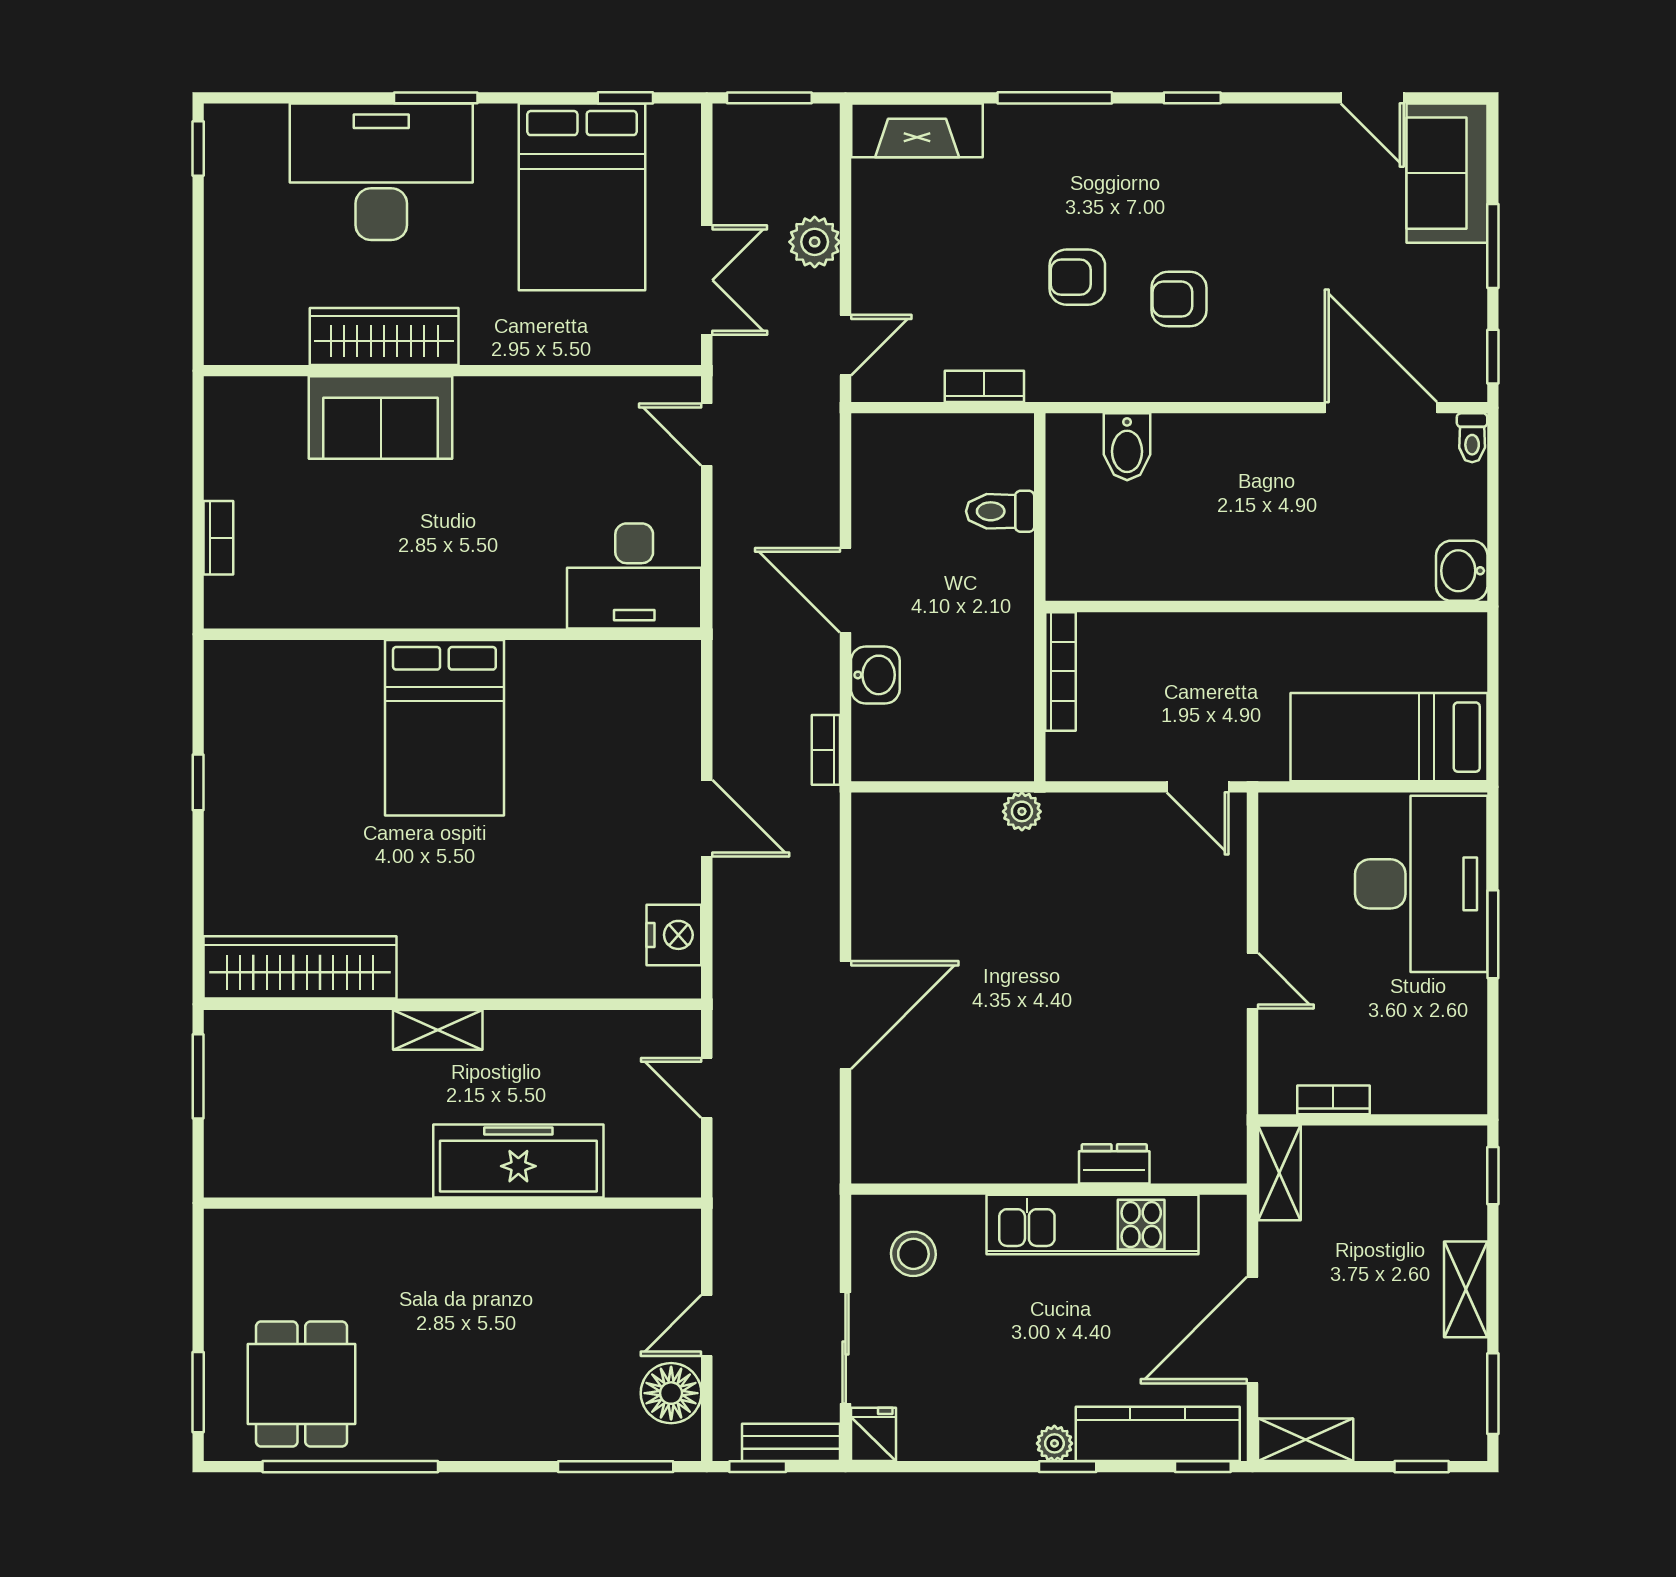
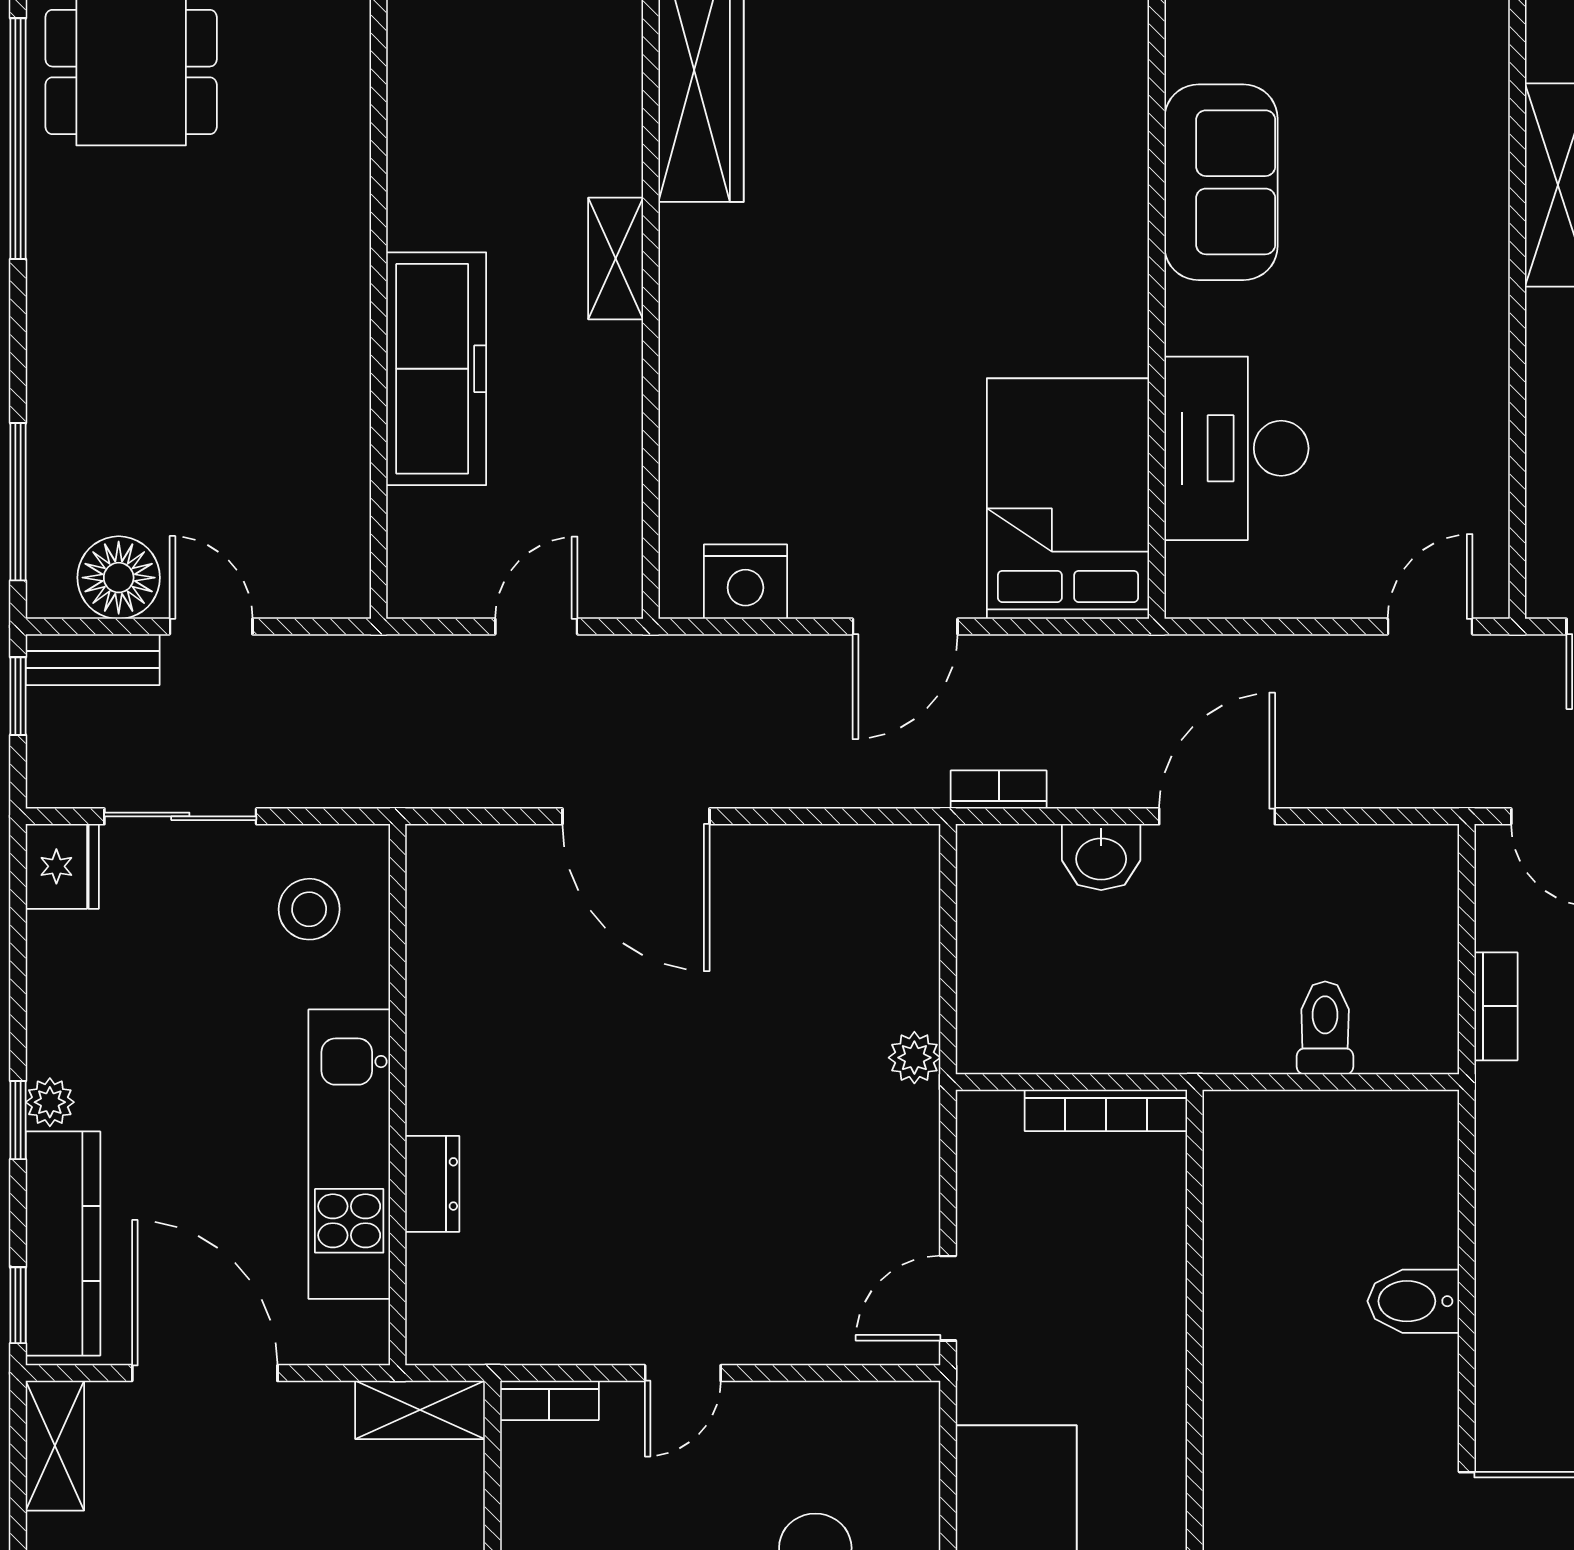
sofa: (381, 418) -> (1221, 182), moved, turned 180
bidet: (1127, 447) -> (1413, 1301), moved
desk: (634, 576) -> (1236, 448), moved
bed: (444, 728) -> (1068, 499), moved, turned 90
bookcase: (1333, 1100) -> (549, 1400), moved, turned 90
fridge: (874, 1434) -> (62, 866), width x1.38
bench: (791, 1442) -> (93, 660), moved, turned 90

